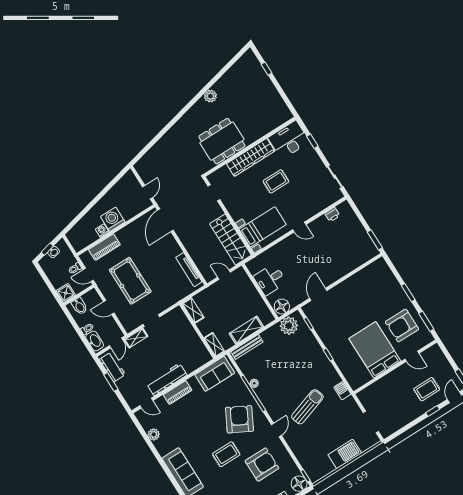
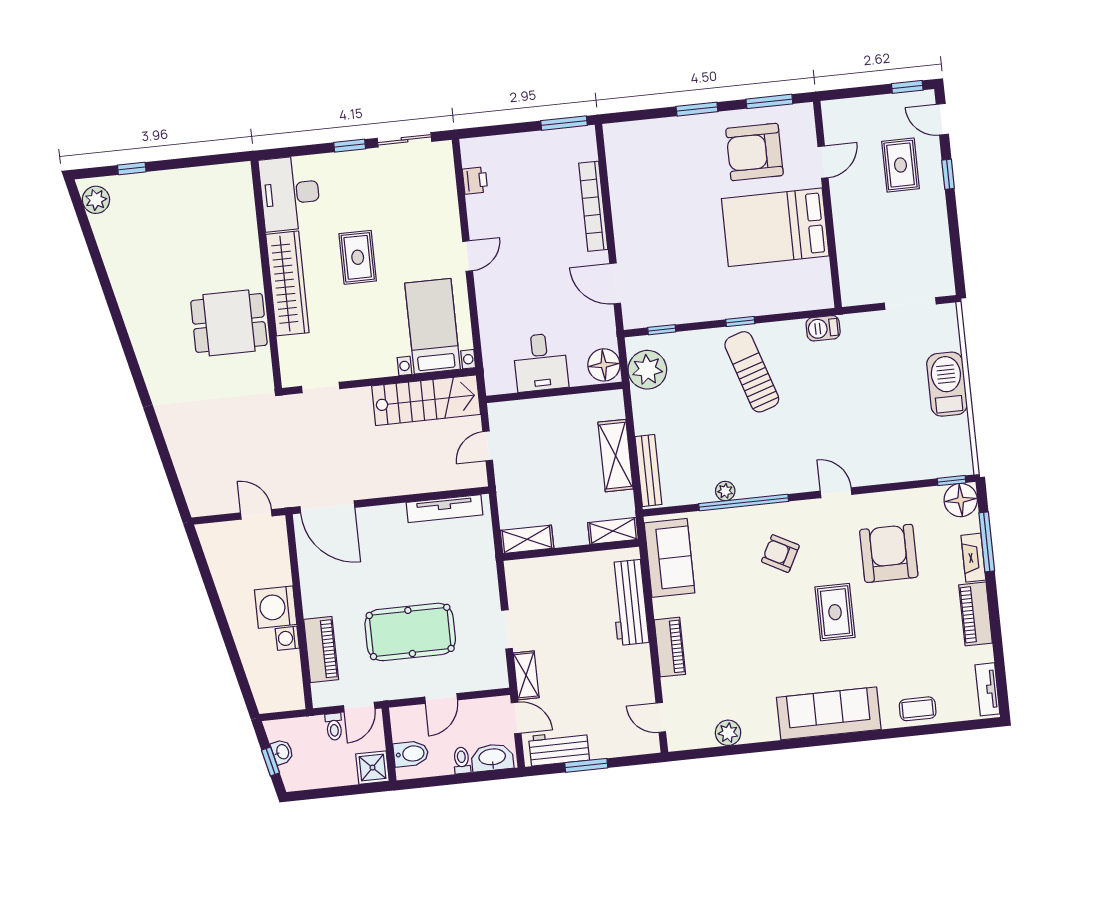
plant: (210, 96) -> (96, 200), moved
dining table: (222, 141) -> (229, 323), width x0.73
window: (312, 141) -> (350, 146), moved
bookcase: (346, 269) -> (593, 206), added
armchair: (402, 326) -> (755, 152), turned 90
workbench: (167, 379) -> (629, 602), moved
door: (146, 403) -> (661, 717), swing flipped
sun lounger: (307, 407) -> (752, 372), moved
armchair: (239, 419) -> (780, 554), width x0.53, depth x0.53

